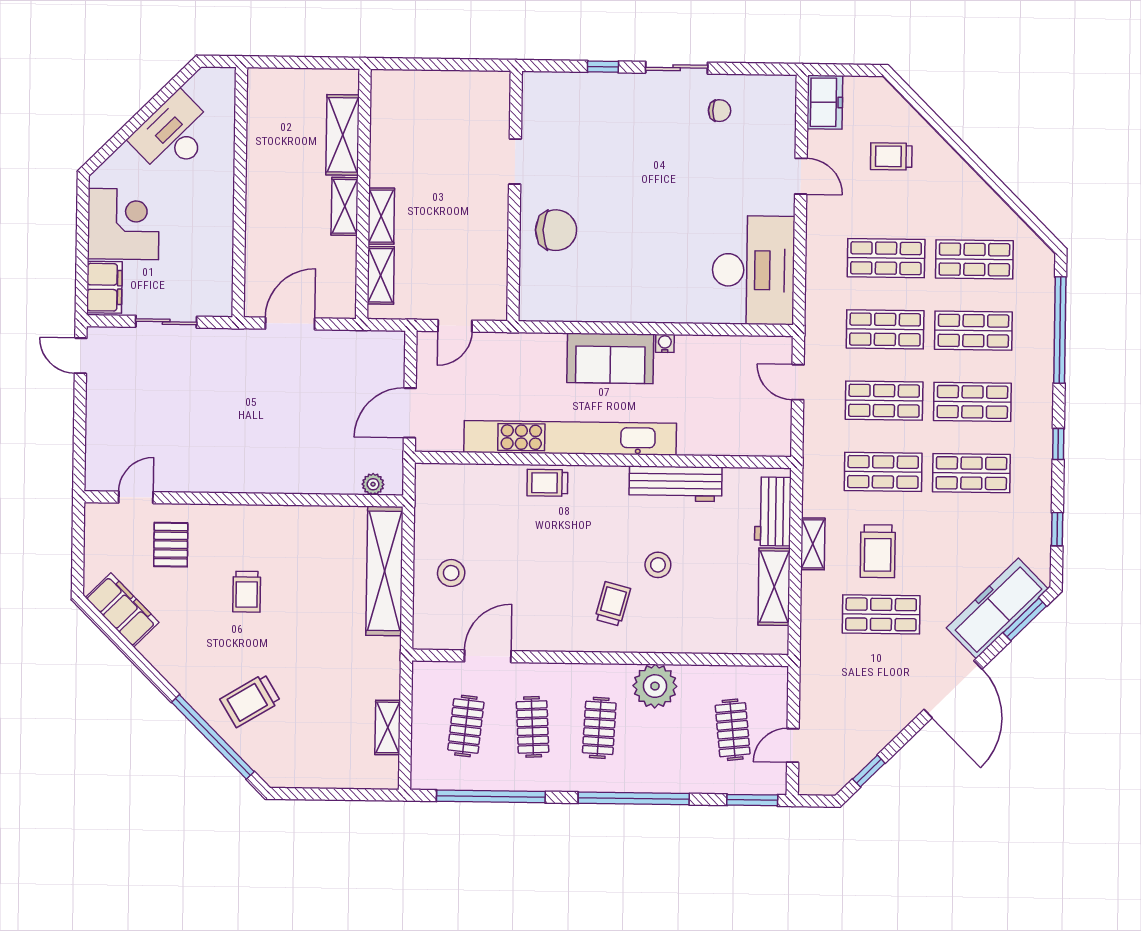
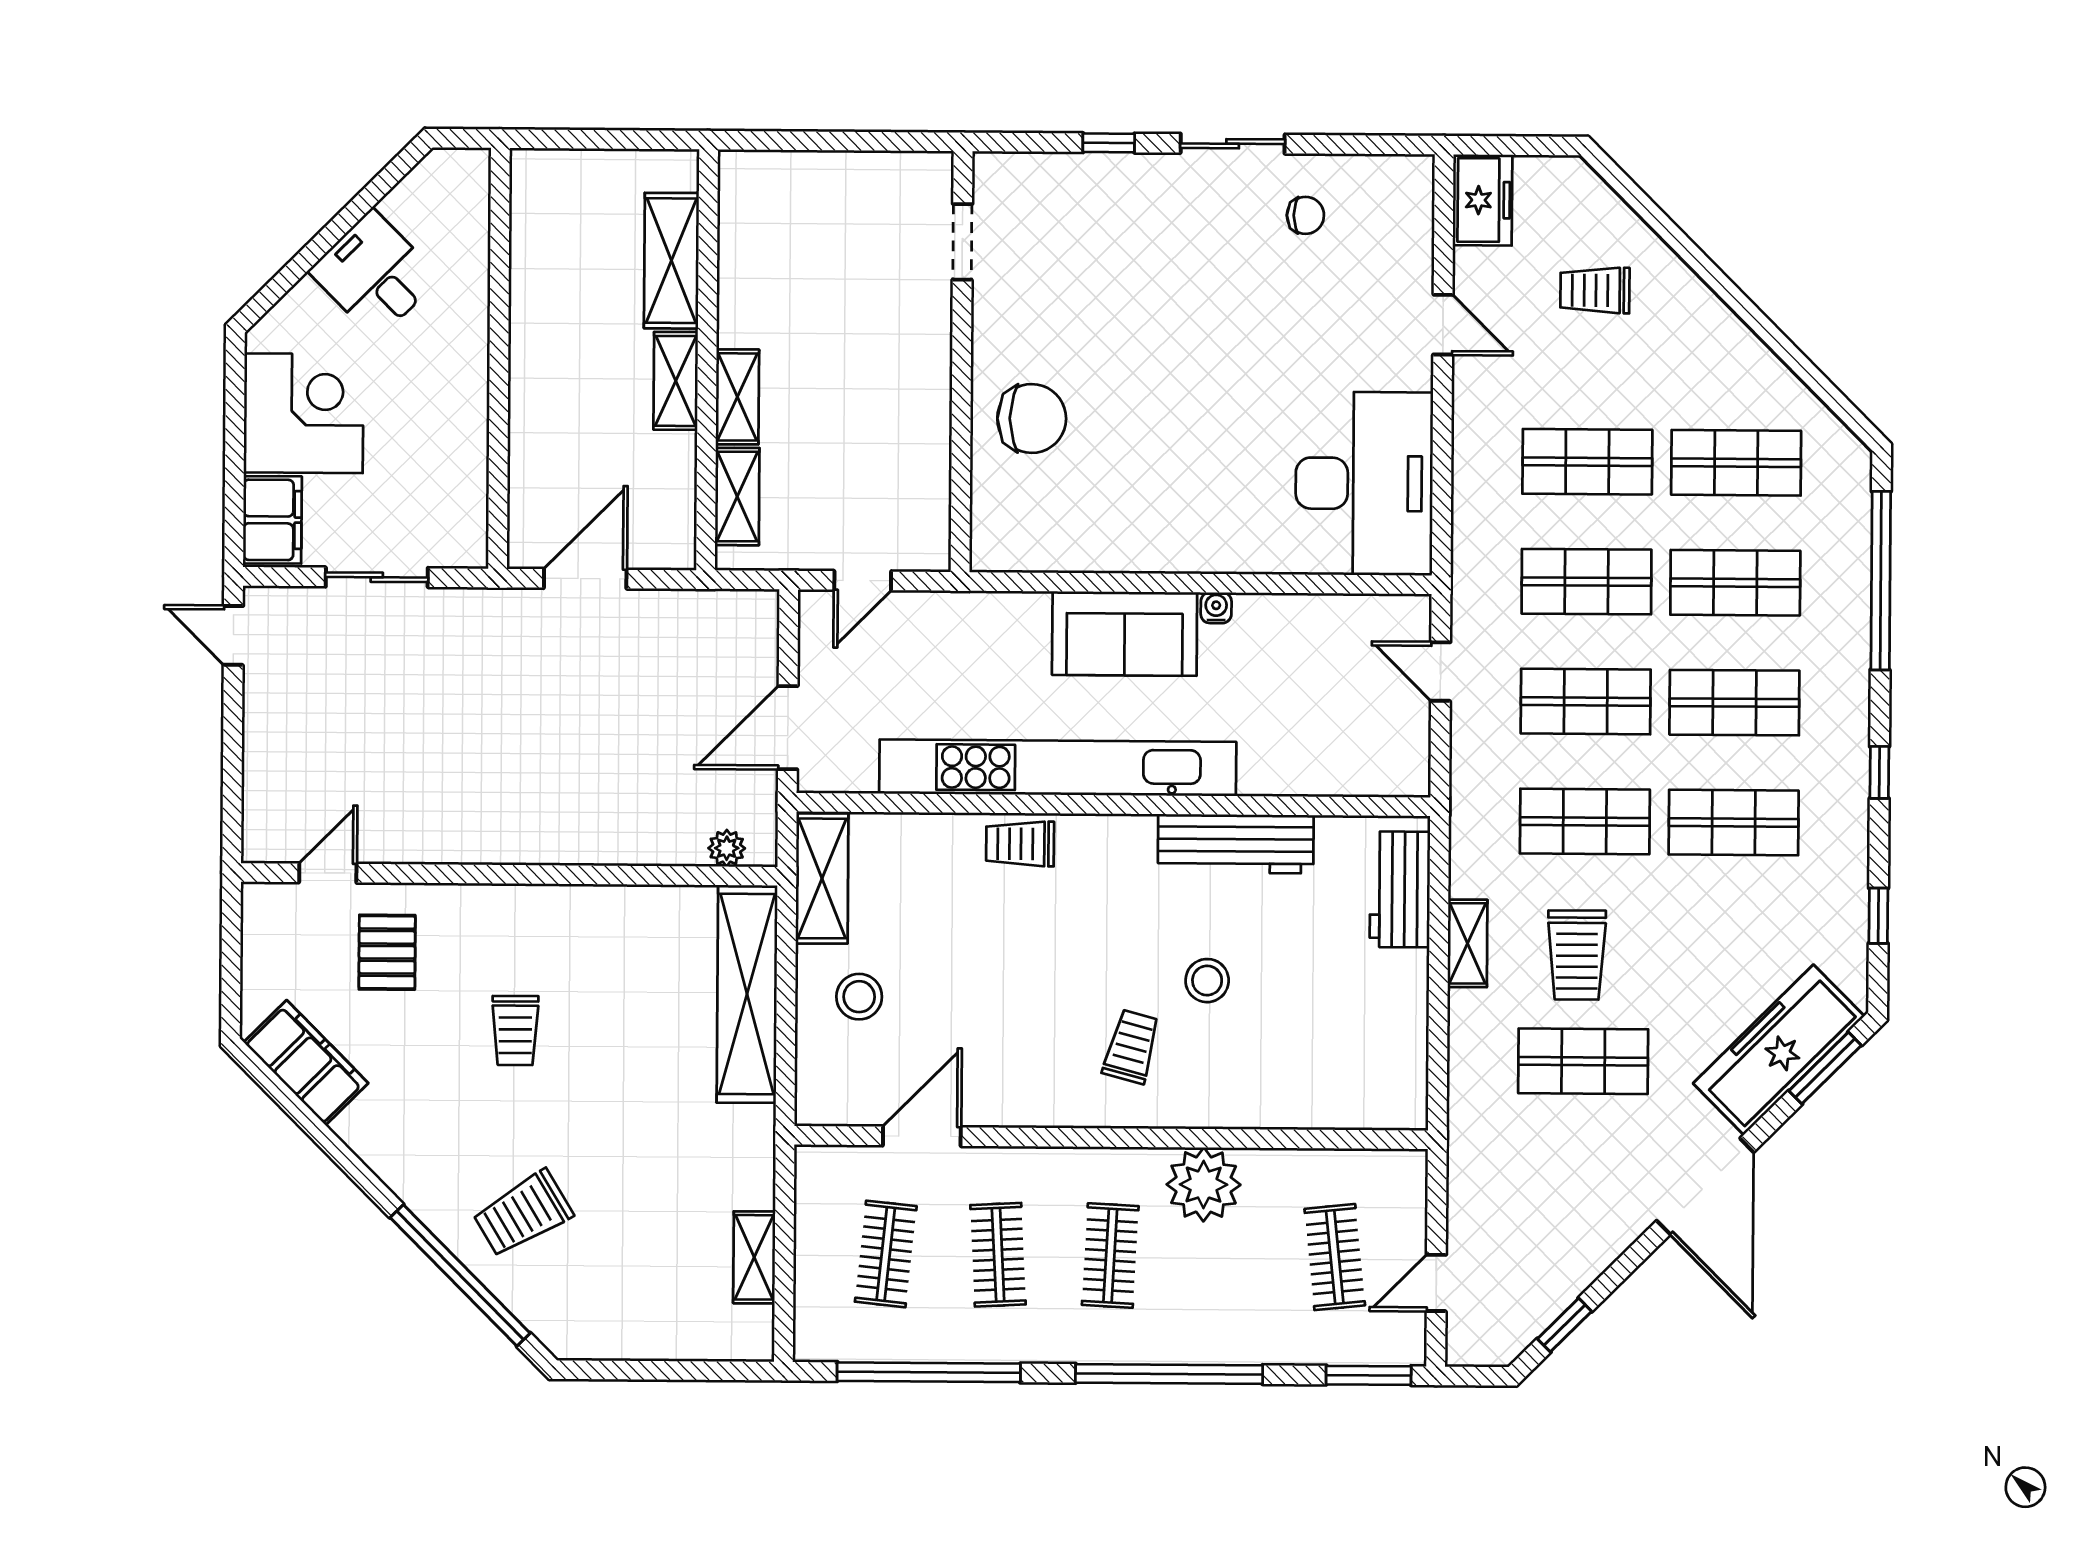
desk: (173, 135) -> (374, 274), width x0.73
doorway: (515, 162) -> (962, 242), moved
shelving: (774, 587) -> (822, 878), moved

